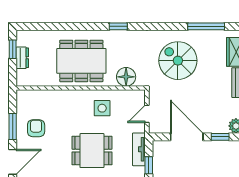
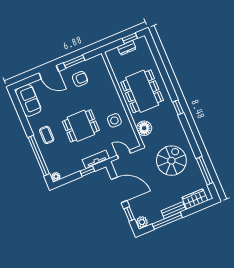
door: (187, 137) -> (119, 190), hinge flipped
dining table: (92, 151) -> (81, 126), turned 90

